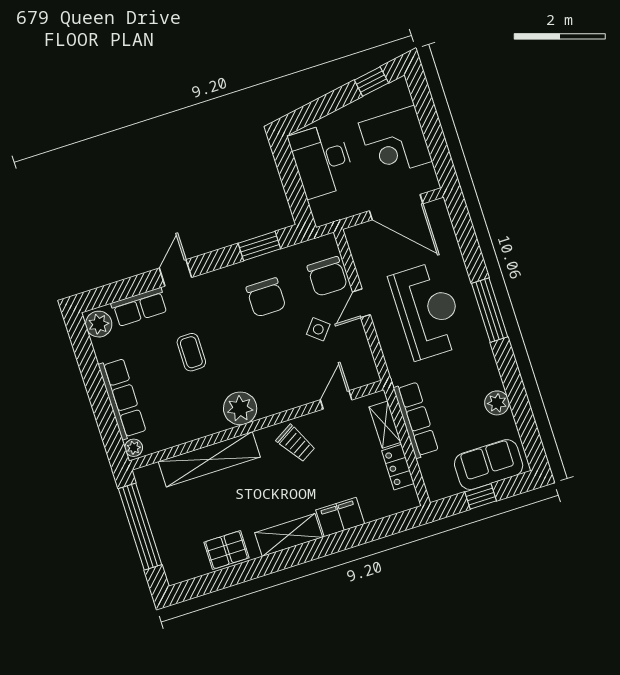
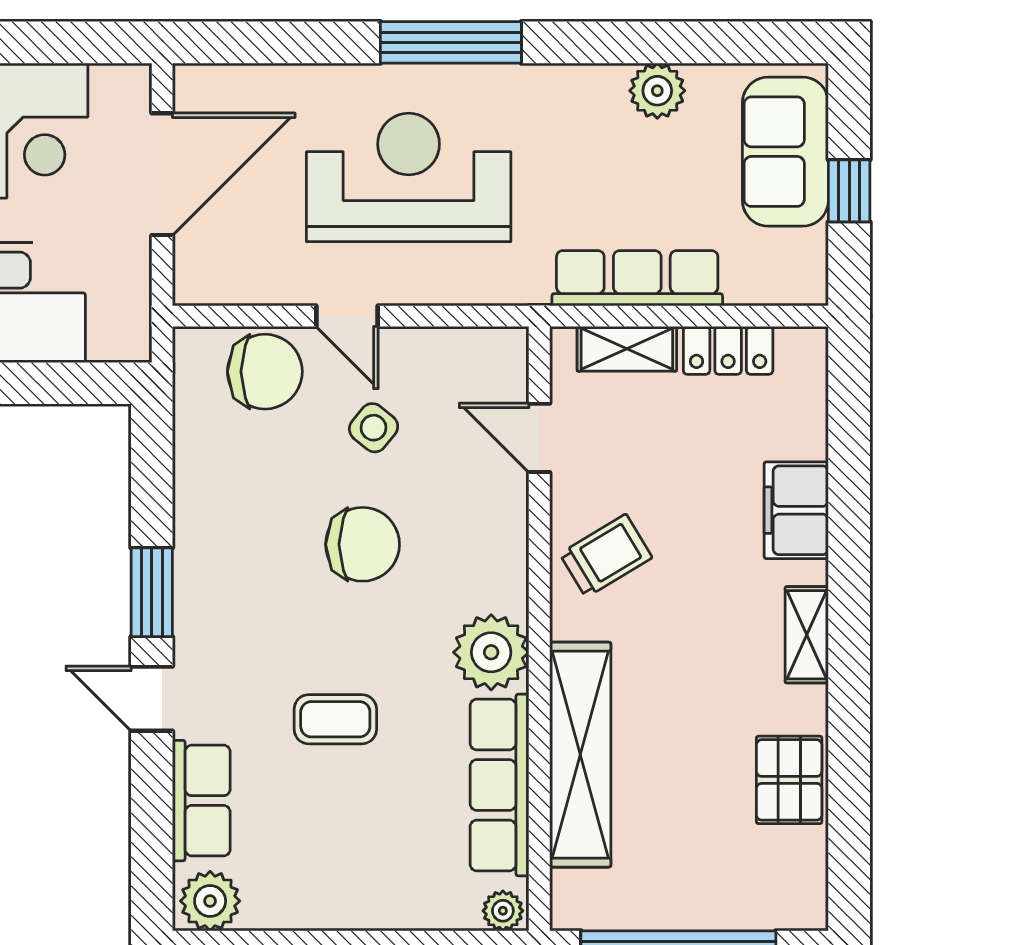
window: (259, 246) -> (152, 592), moved
chair: (266, 297) -> (363, 544), moved
row of seats: (122, 398) -> (500, 785), moved, turned -90
shelving: (289, 535) -> (807, 635), width x0.67, depth x0.75

